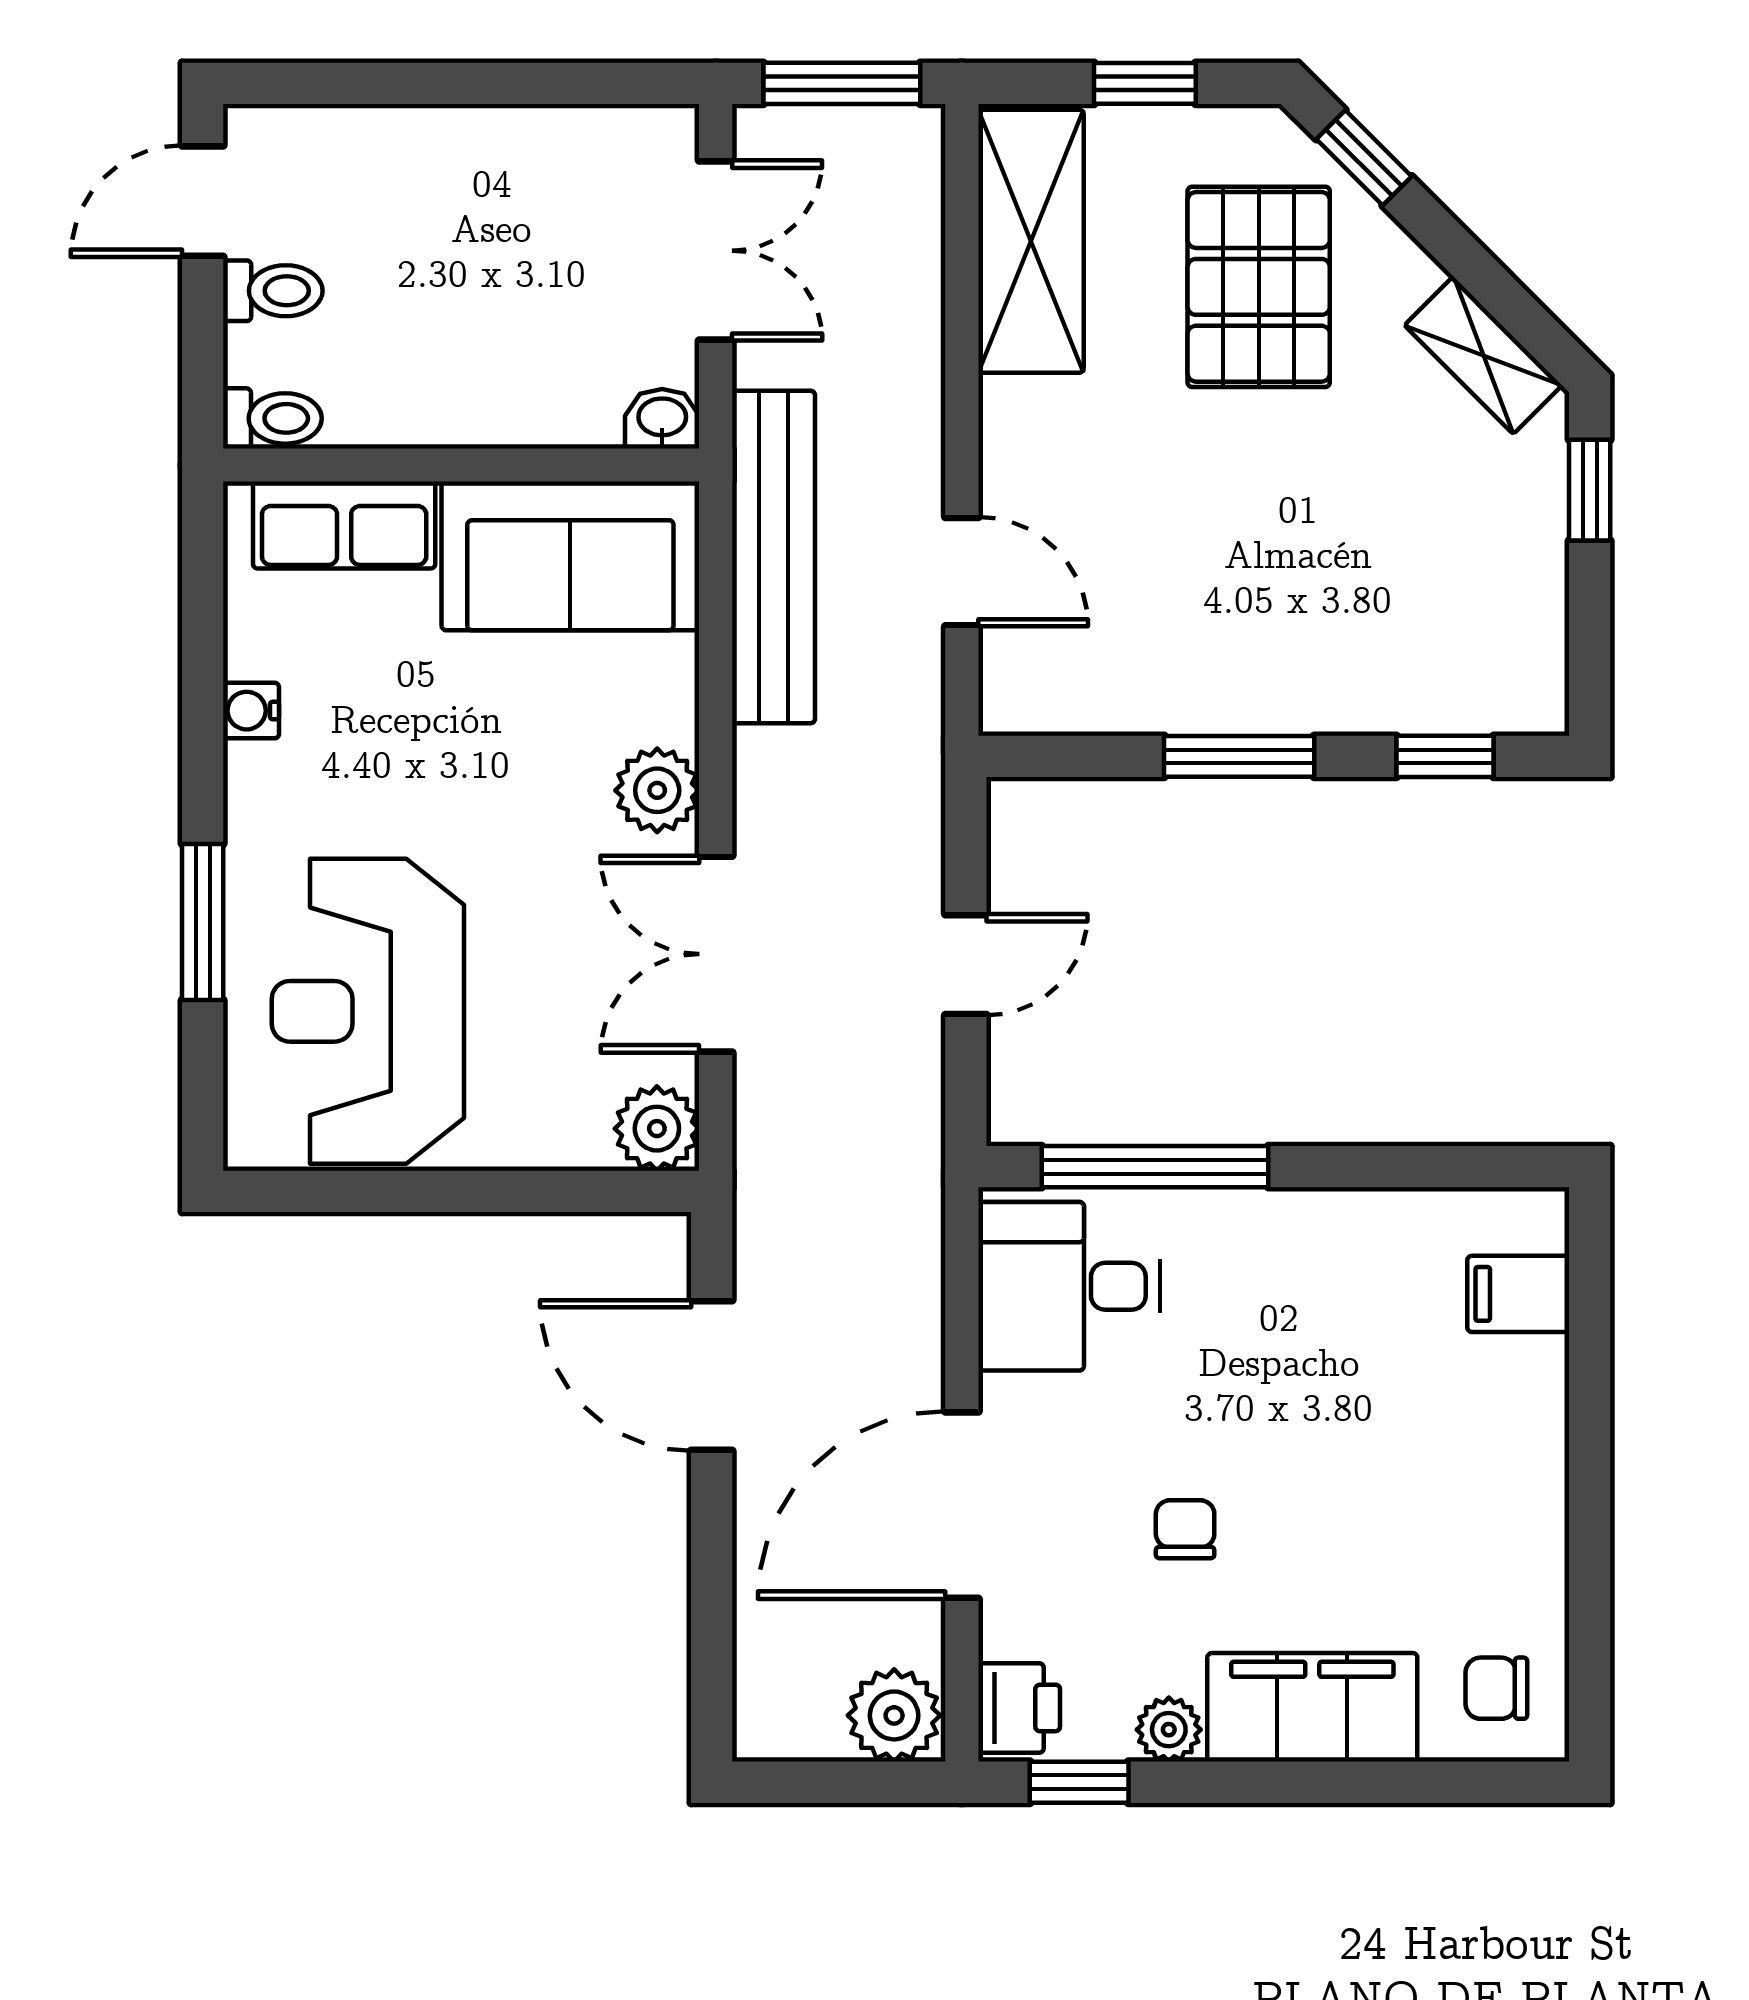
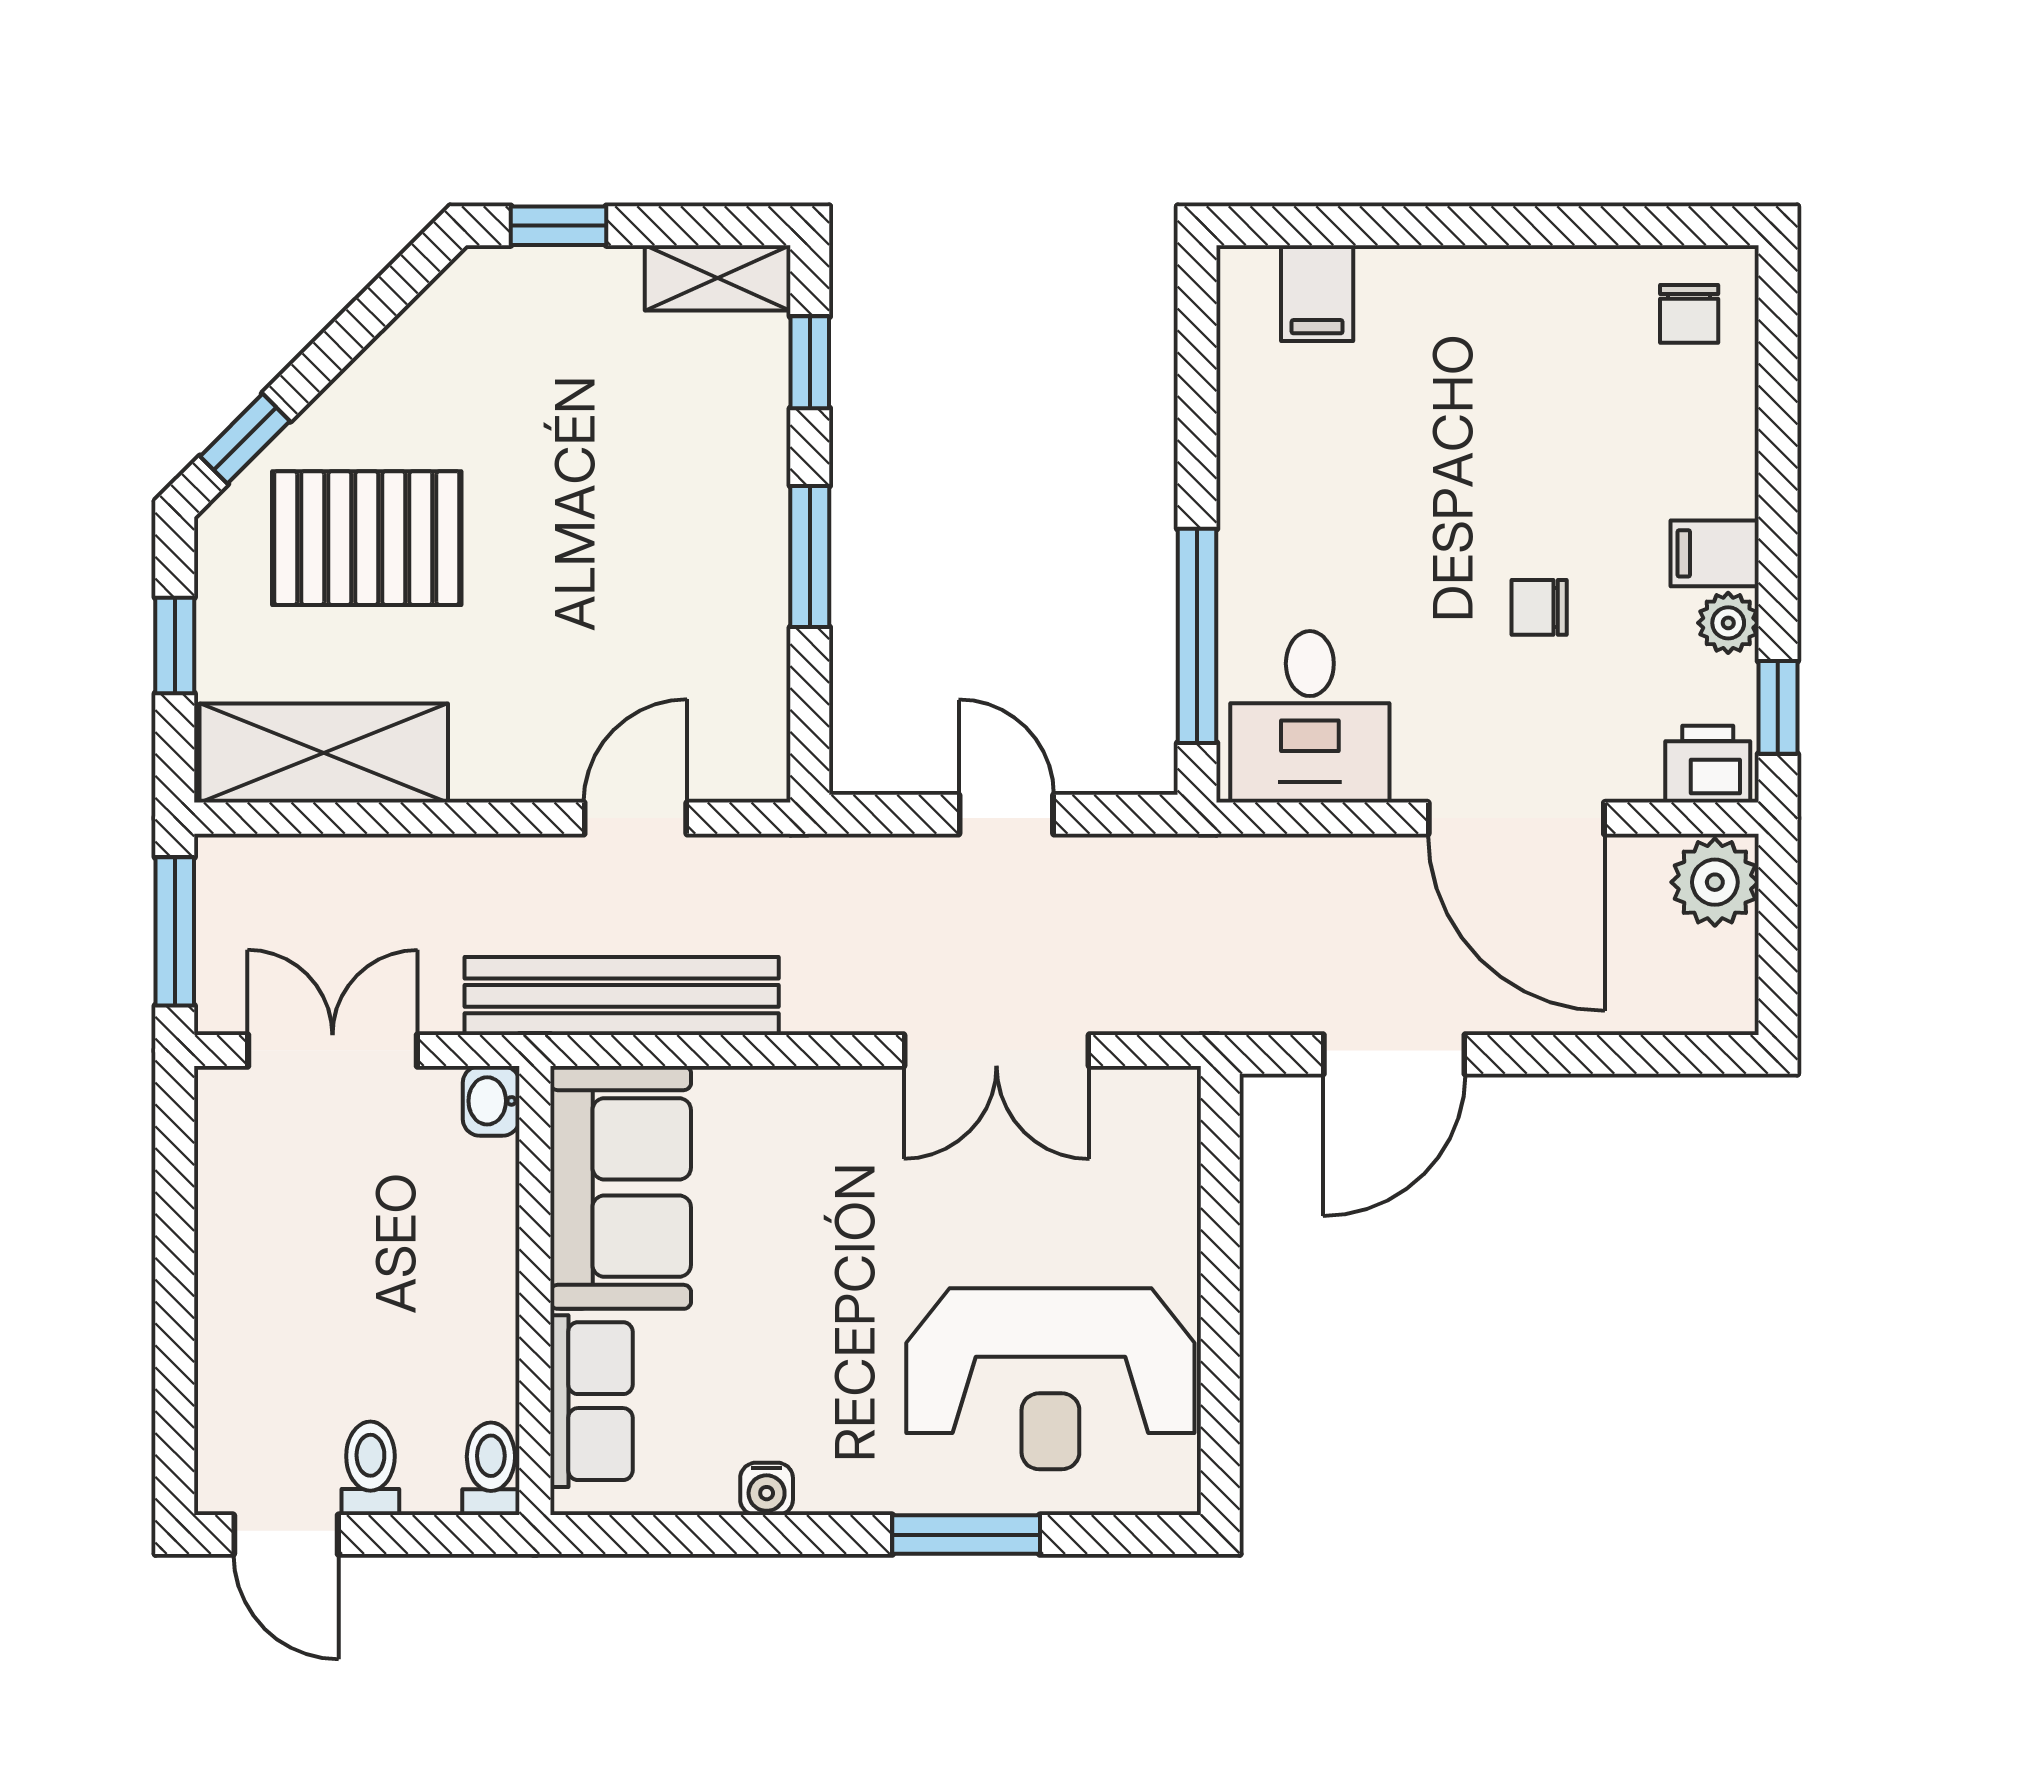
shelving: (1483, 355) -> (718, 278), moved, turned 45
plant: (657, 790) -> (842, 1106), removed
plant: (657, 1129) -> (1161, 1106), removed
filing cabinet: (1312, 1707) -> (1715, 553), width x0.33, depth x0.86

